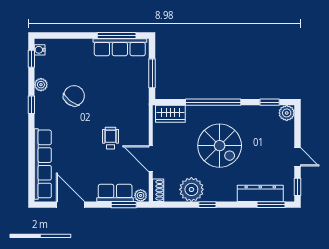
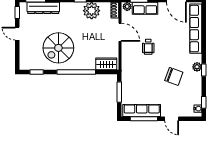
door: (77, 35) -> (172, 119), added
plant: (41, 85) -> (197, 67), moved
chair: (74, 96) -> (174, 76), turned -107
plant: (287, 113) -> (25, 64), removed
spiral stairs: (220, 146) -> (58, 48), moved, turned -90

